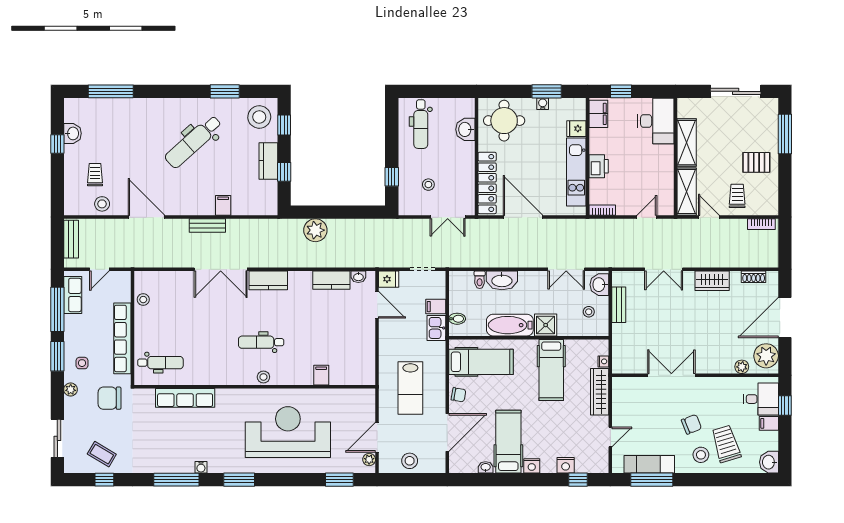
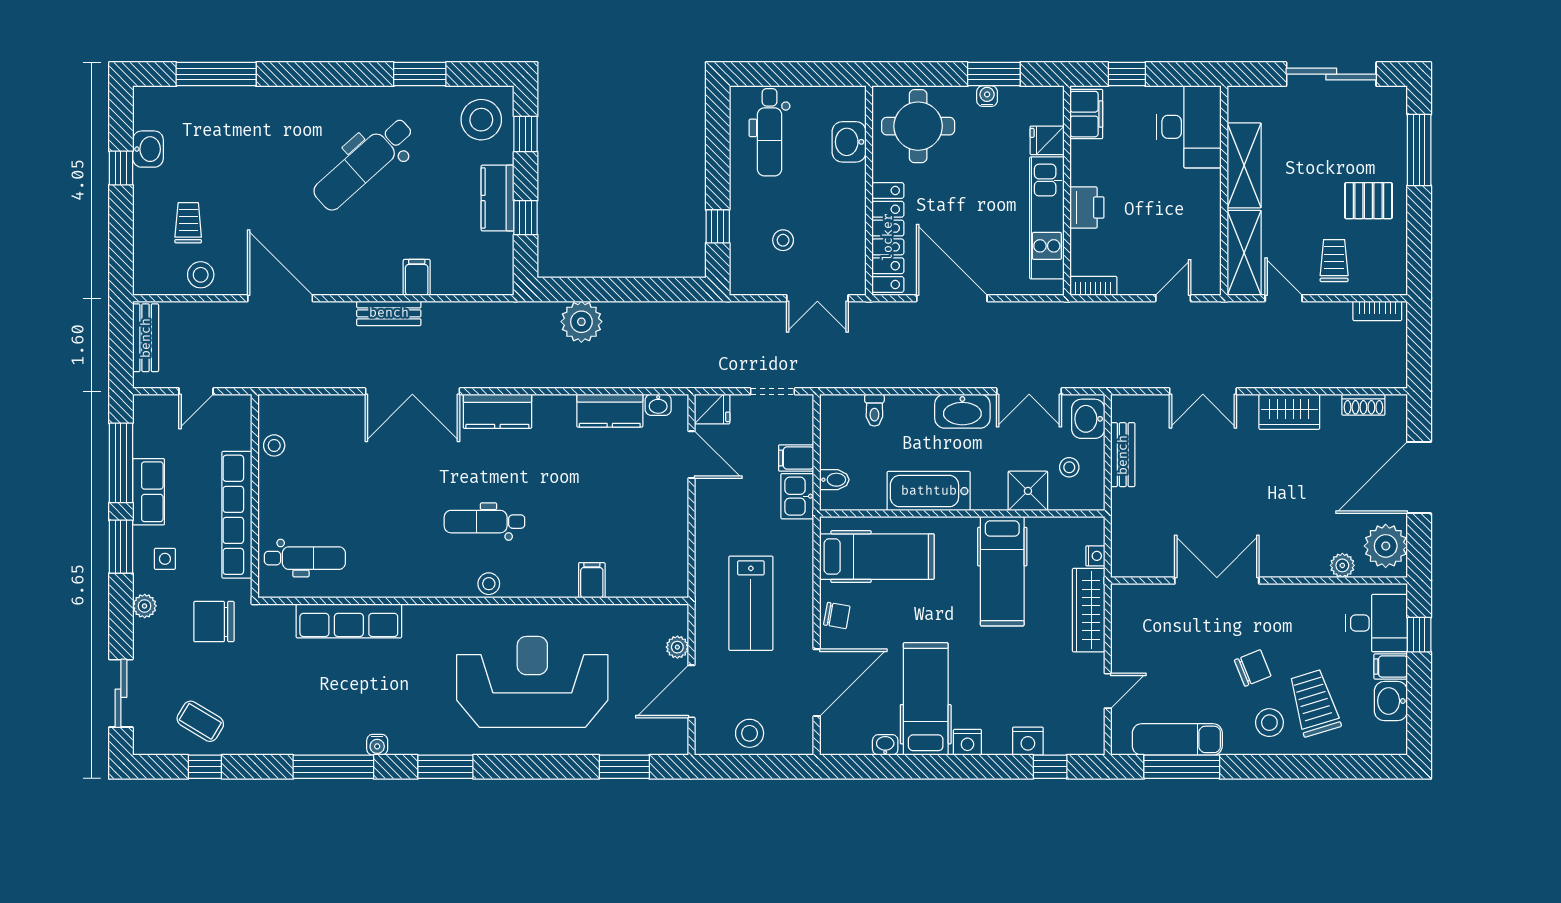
washbasin: (502, 280) -> (962, 411), moved
row of seats: (73, 295) -> (148, 492), moved
shower: (546, 325) -> (1028, 491), moved
plant: (369, 459) -> (677, 647), moved
washbasin: (769, 462) -> (1391, 701), moved

